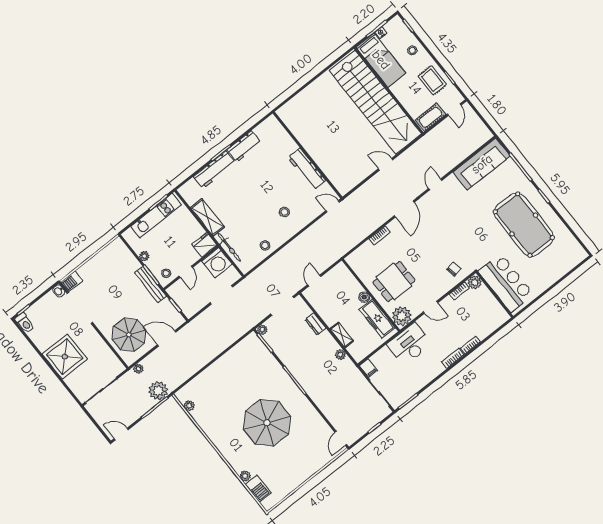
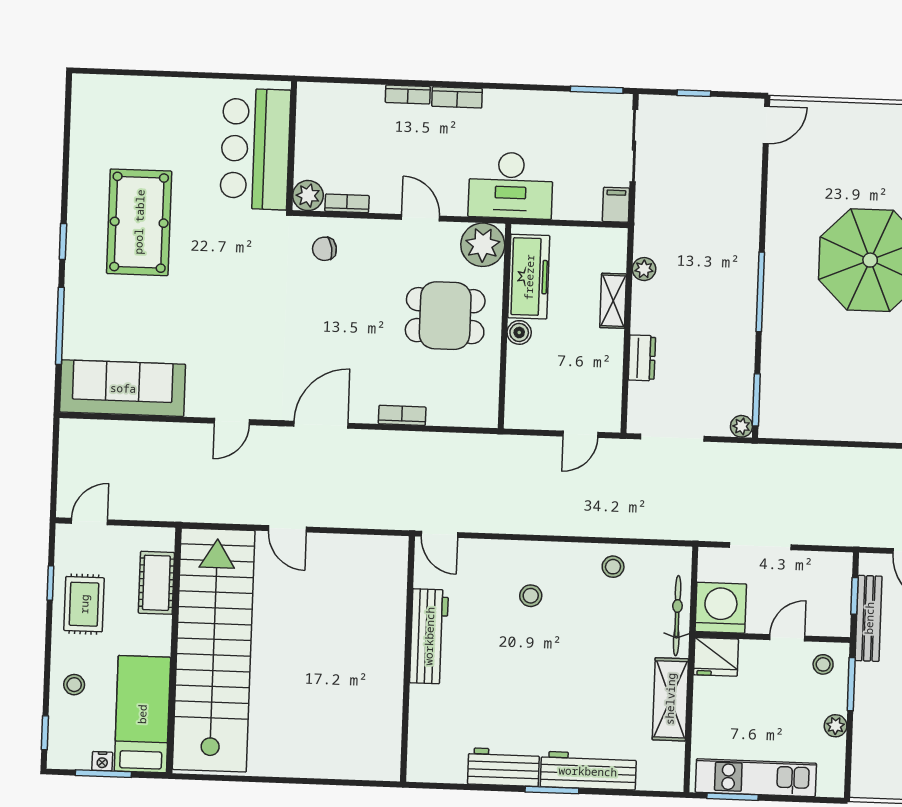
cot: (431, 117) -> (156, 583), moved, turned 90
pool table: (524, 225) -> (139, 222), width x0.73, depth x0.76
bench: (150, 285) -> (869, 618), moved

